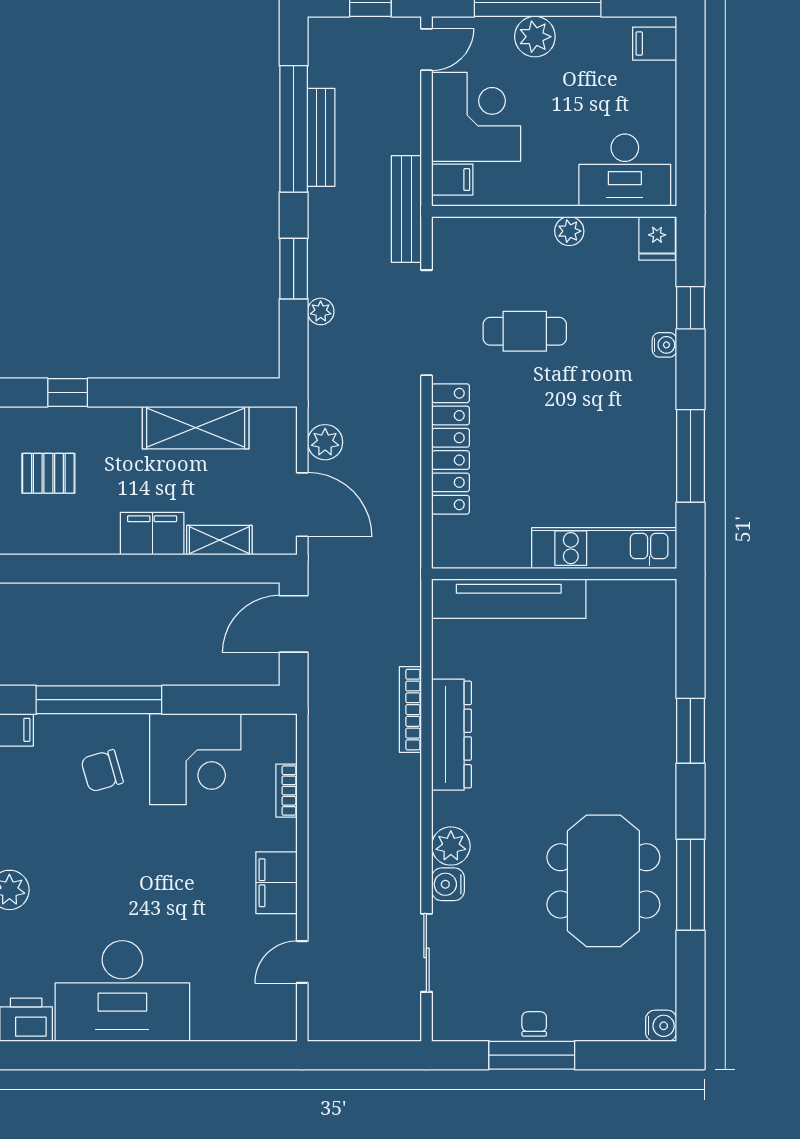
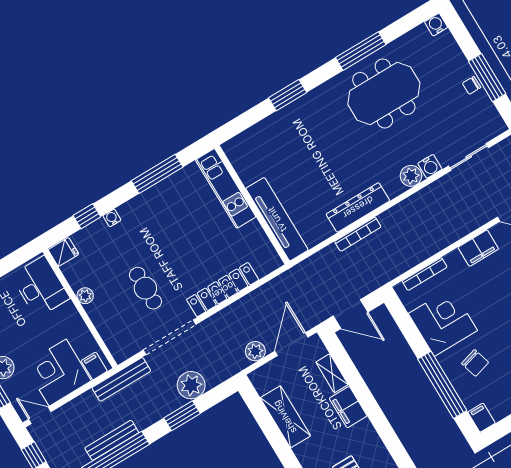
plant: (321, 311) -> (191, 385), width x1.87, depth x1.87
bookcase: (286, 791) -> (425, 274), width x1.56

